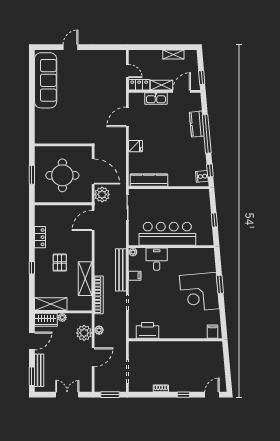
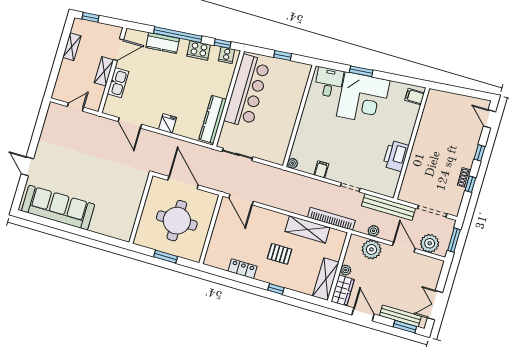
window: (202, 77) -> (90, 17), moved
locker: (139, 85) -> (96, 98), removed
door: (182, 91) -> (118, 50), swing flipped
cooker: (199, 154) -> (199, 50), added
door: (93, 172) -> (183, 183), hinge flipped
plant: (102, 194) -> (430, 243), moved
bar counter: (167, 234) -> (247, 91), moved, turned 180
desk: (157, 259) -> (329, 82), moved, turned 85
bench: (121, 270) -> (388, 207), moved
printer: (147, 330) -> (396, 156), moved
double door: (67, 395) -> (435, 305), moved
window: (157, 395) -> (470, 184), added

